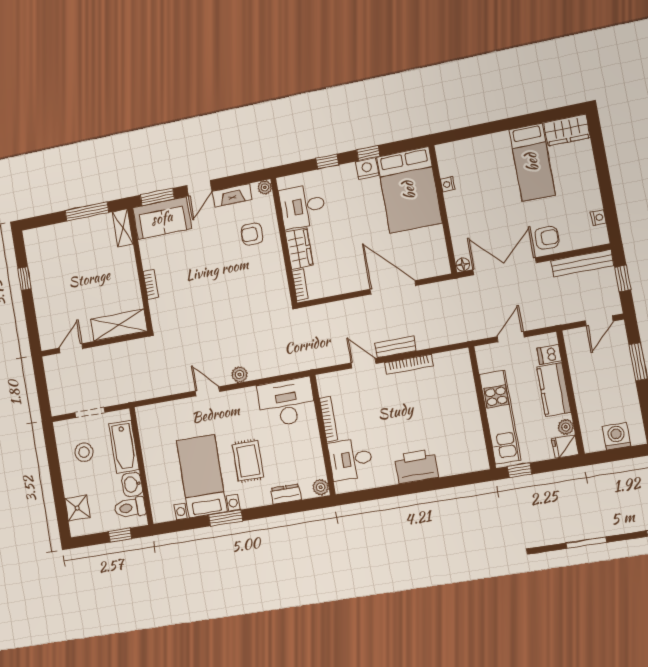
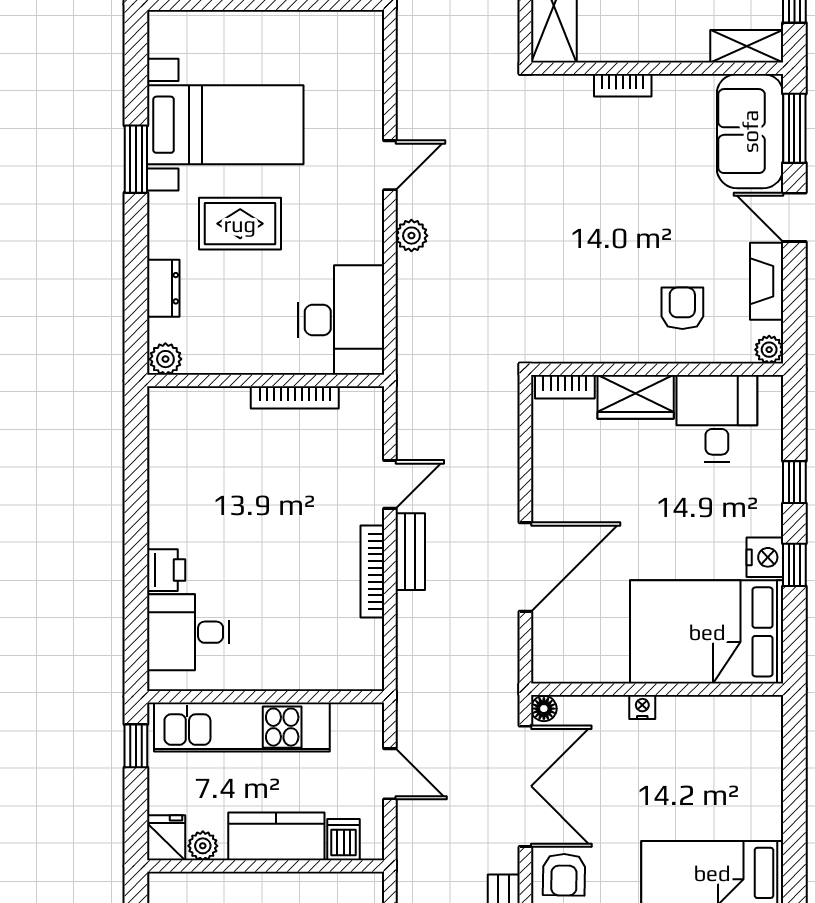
nightstand: (448, 184) -> (642, 707), moved
desk: (351, 459) -> (188, 632), moved, turned -90
printer: (416, 466) -> (166, 570), width x0.53, depth x0.68

